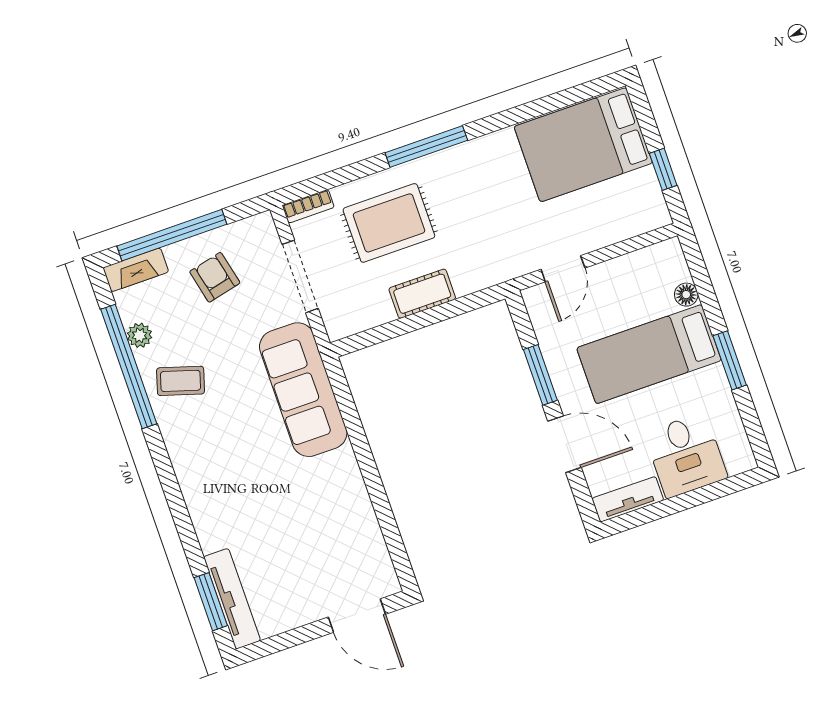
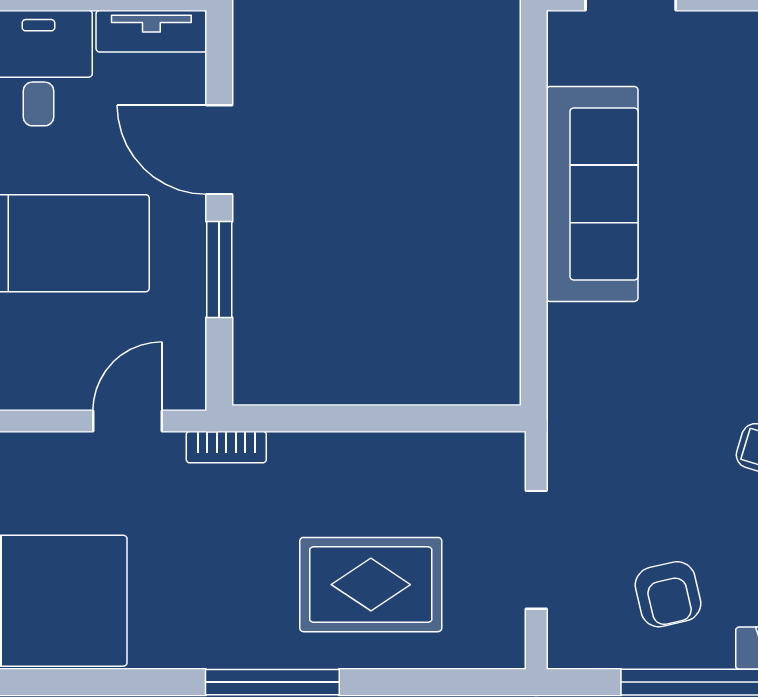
bookcase: (308, 206) -> (226, 447), moved, turned 180
cot: (422, 294) -> (358, 458), removed
sofa: (303, 390) -> (592, 194), moved

